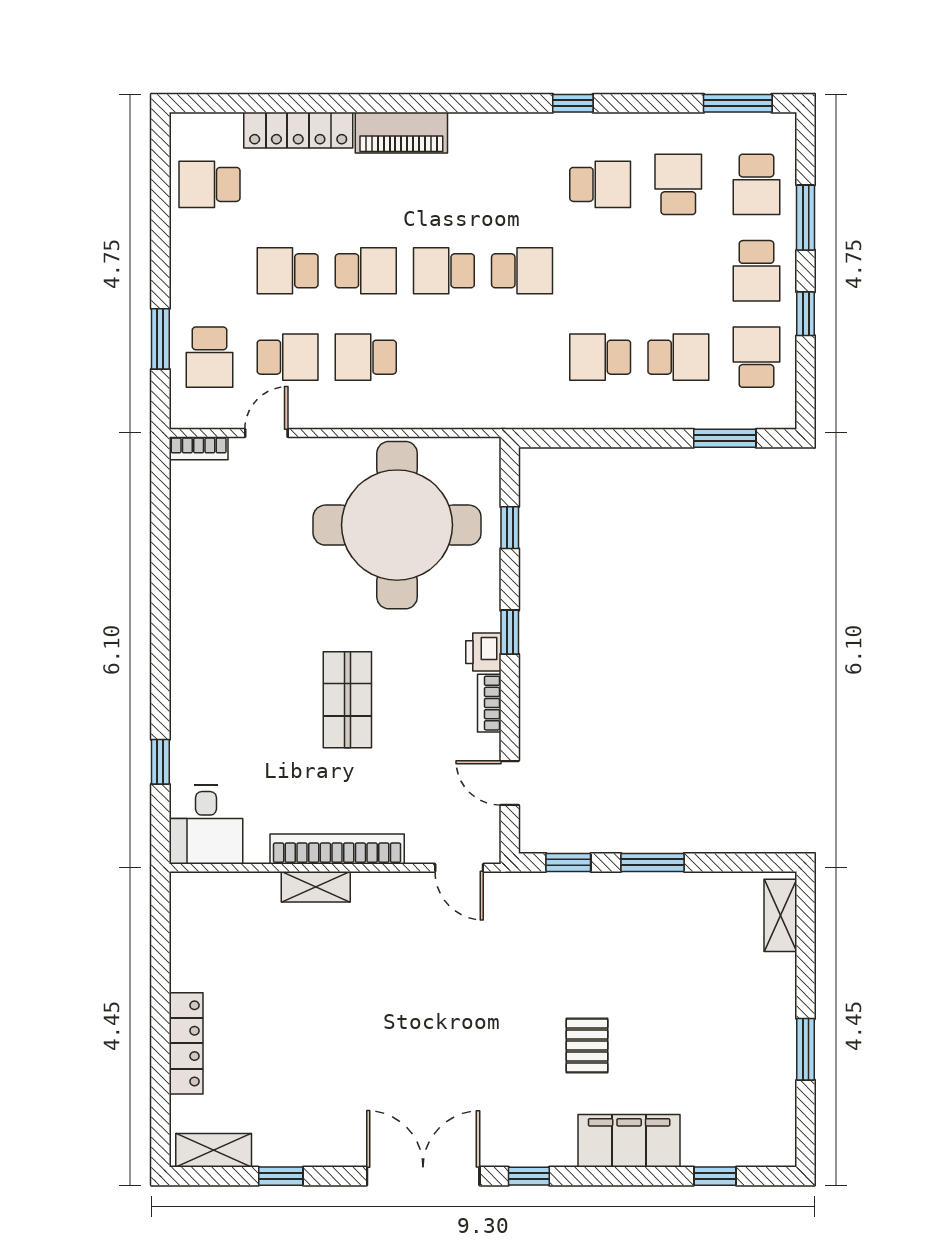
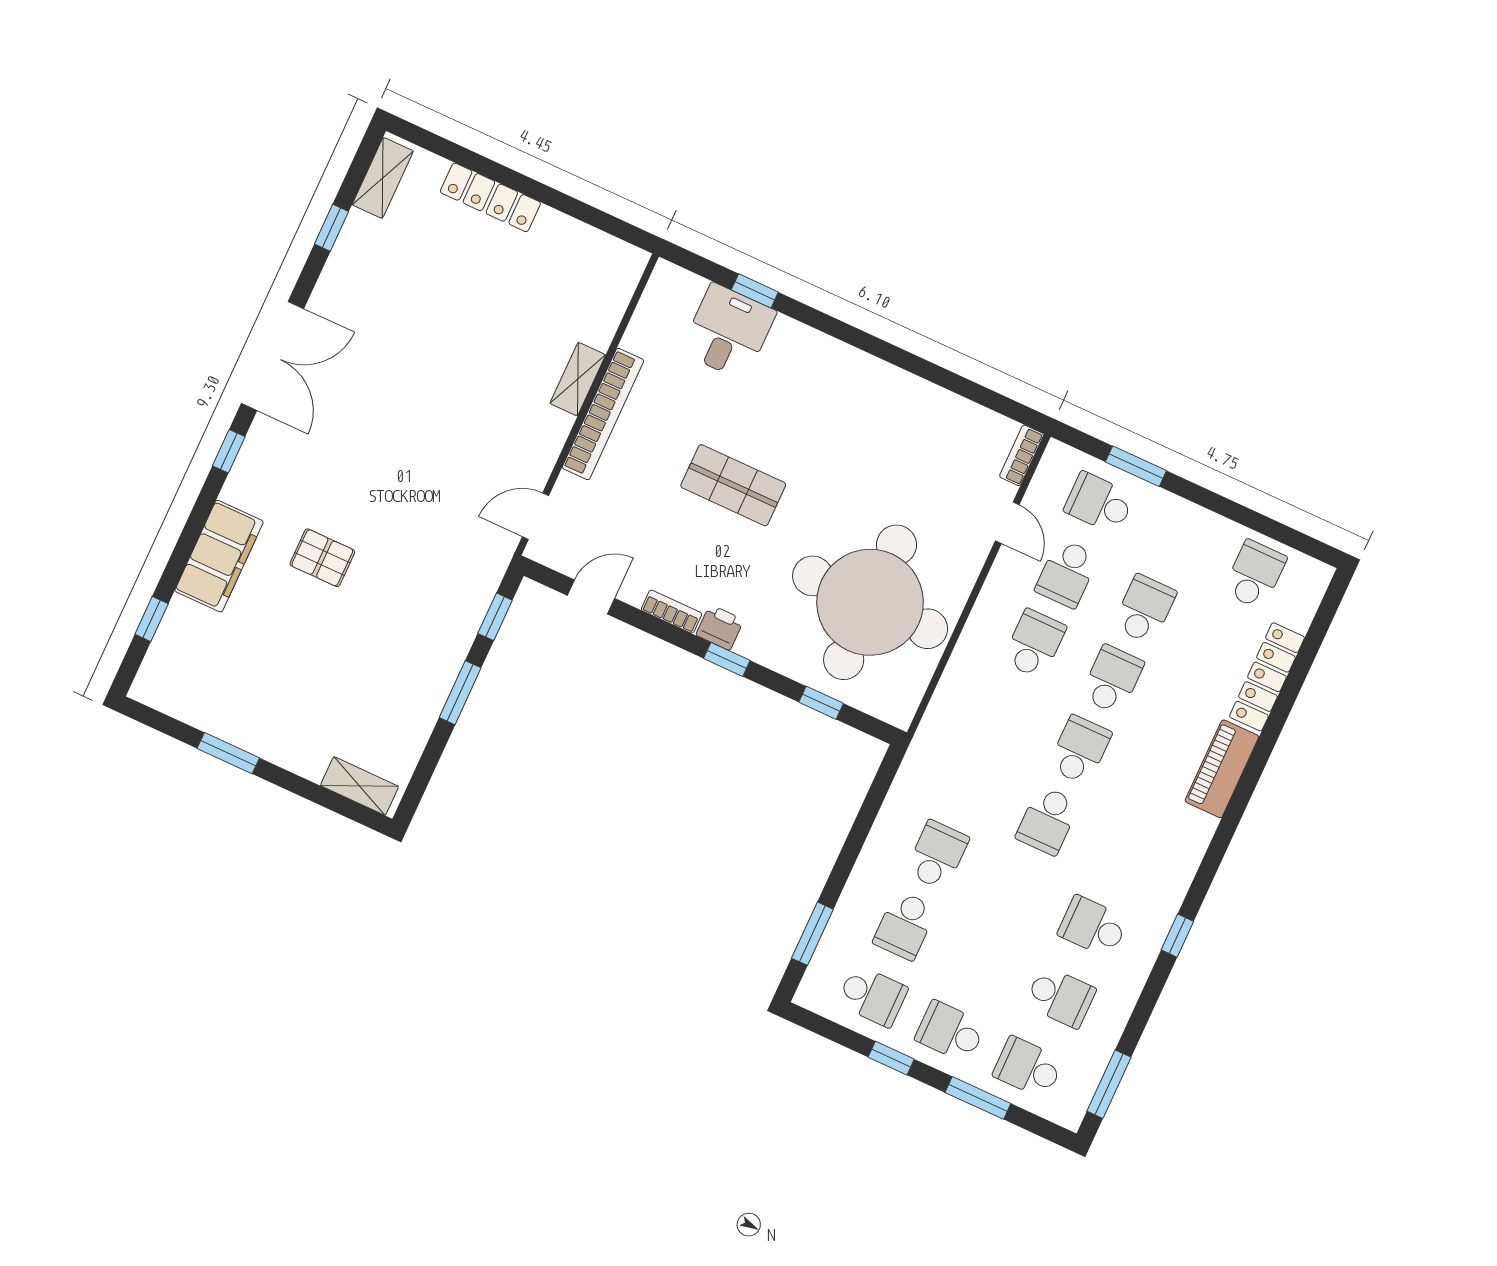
school desk: (600, 184) -> (1093, 927), turned 90
school desk: (366, 271) -> (1112, 680), turned 180
desk: (206, 825) -> (728, 332), moved, turned 90

